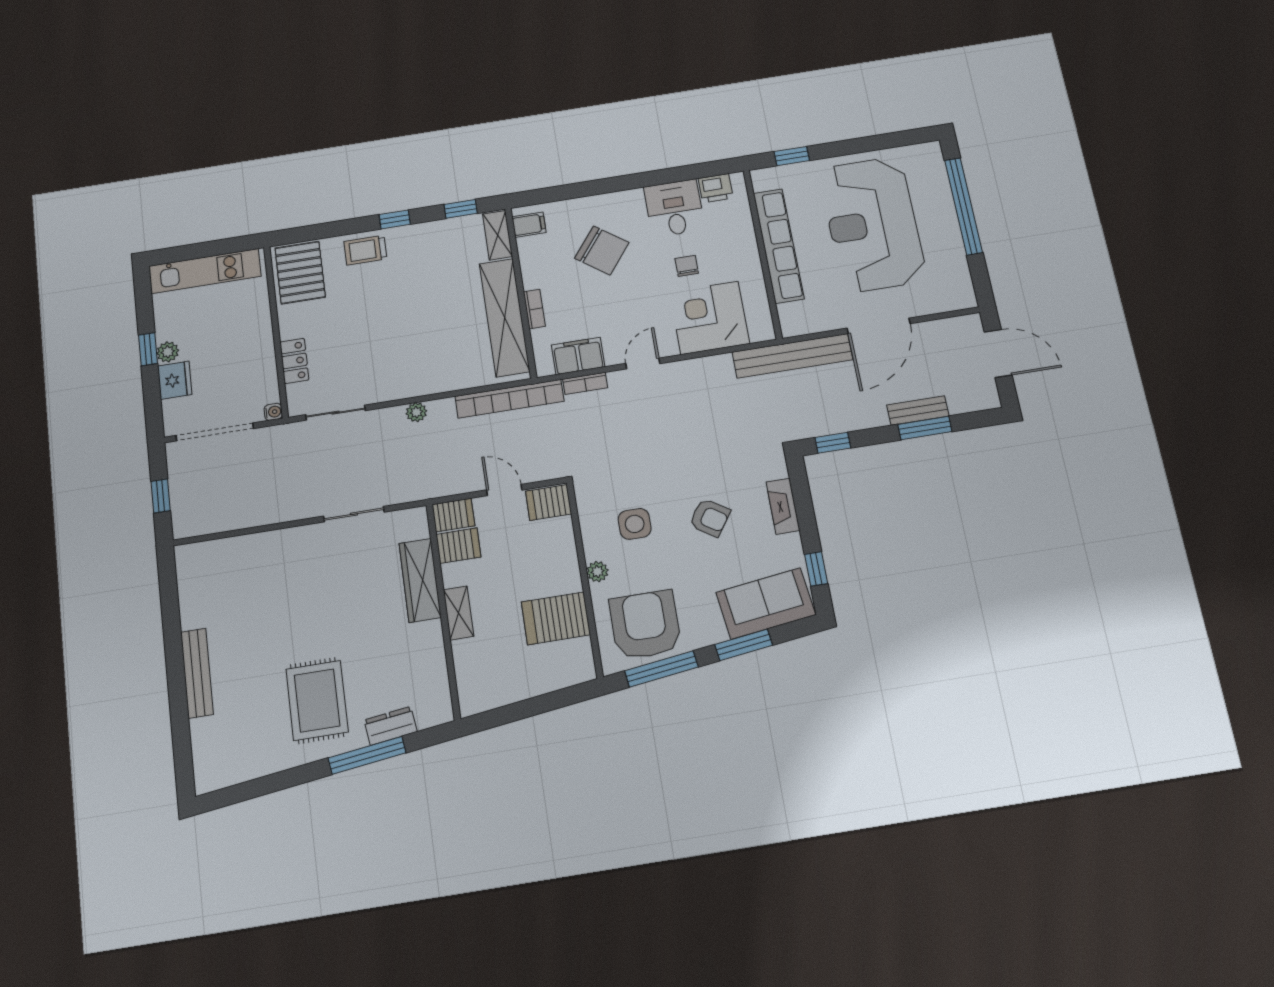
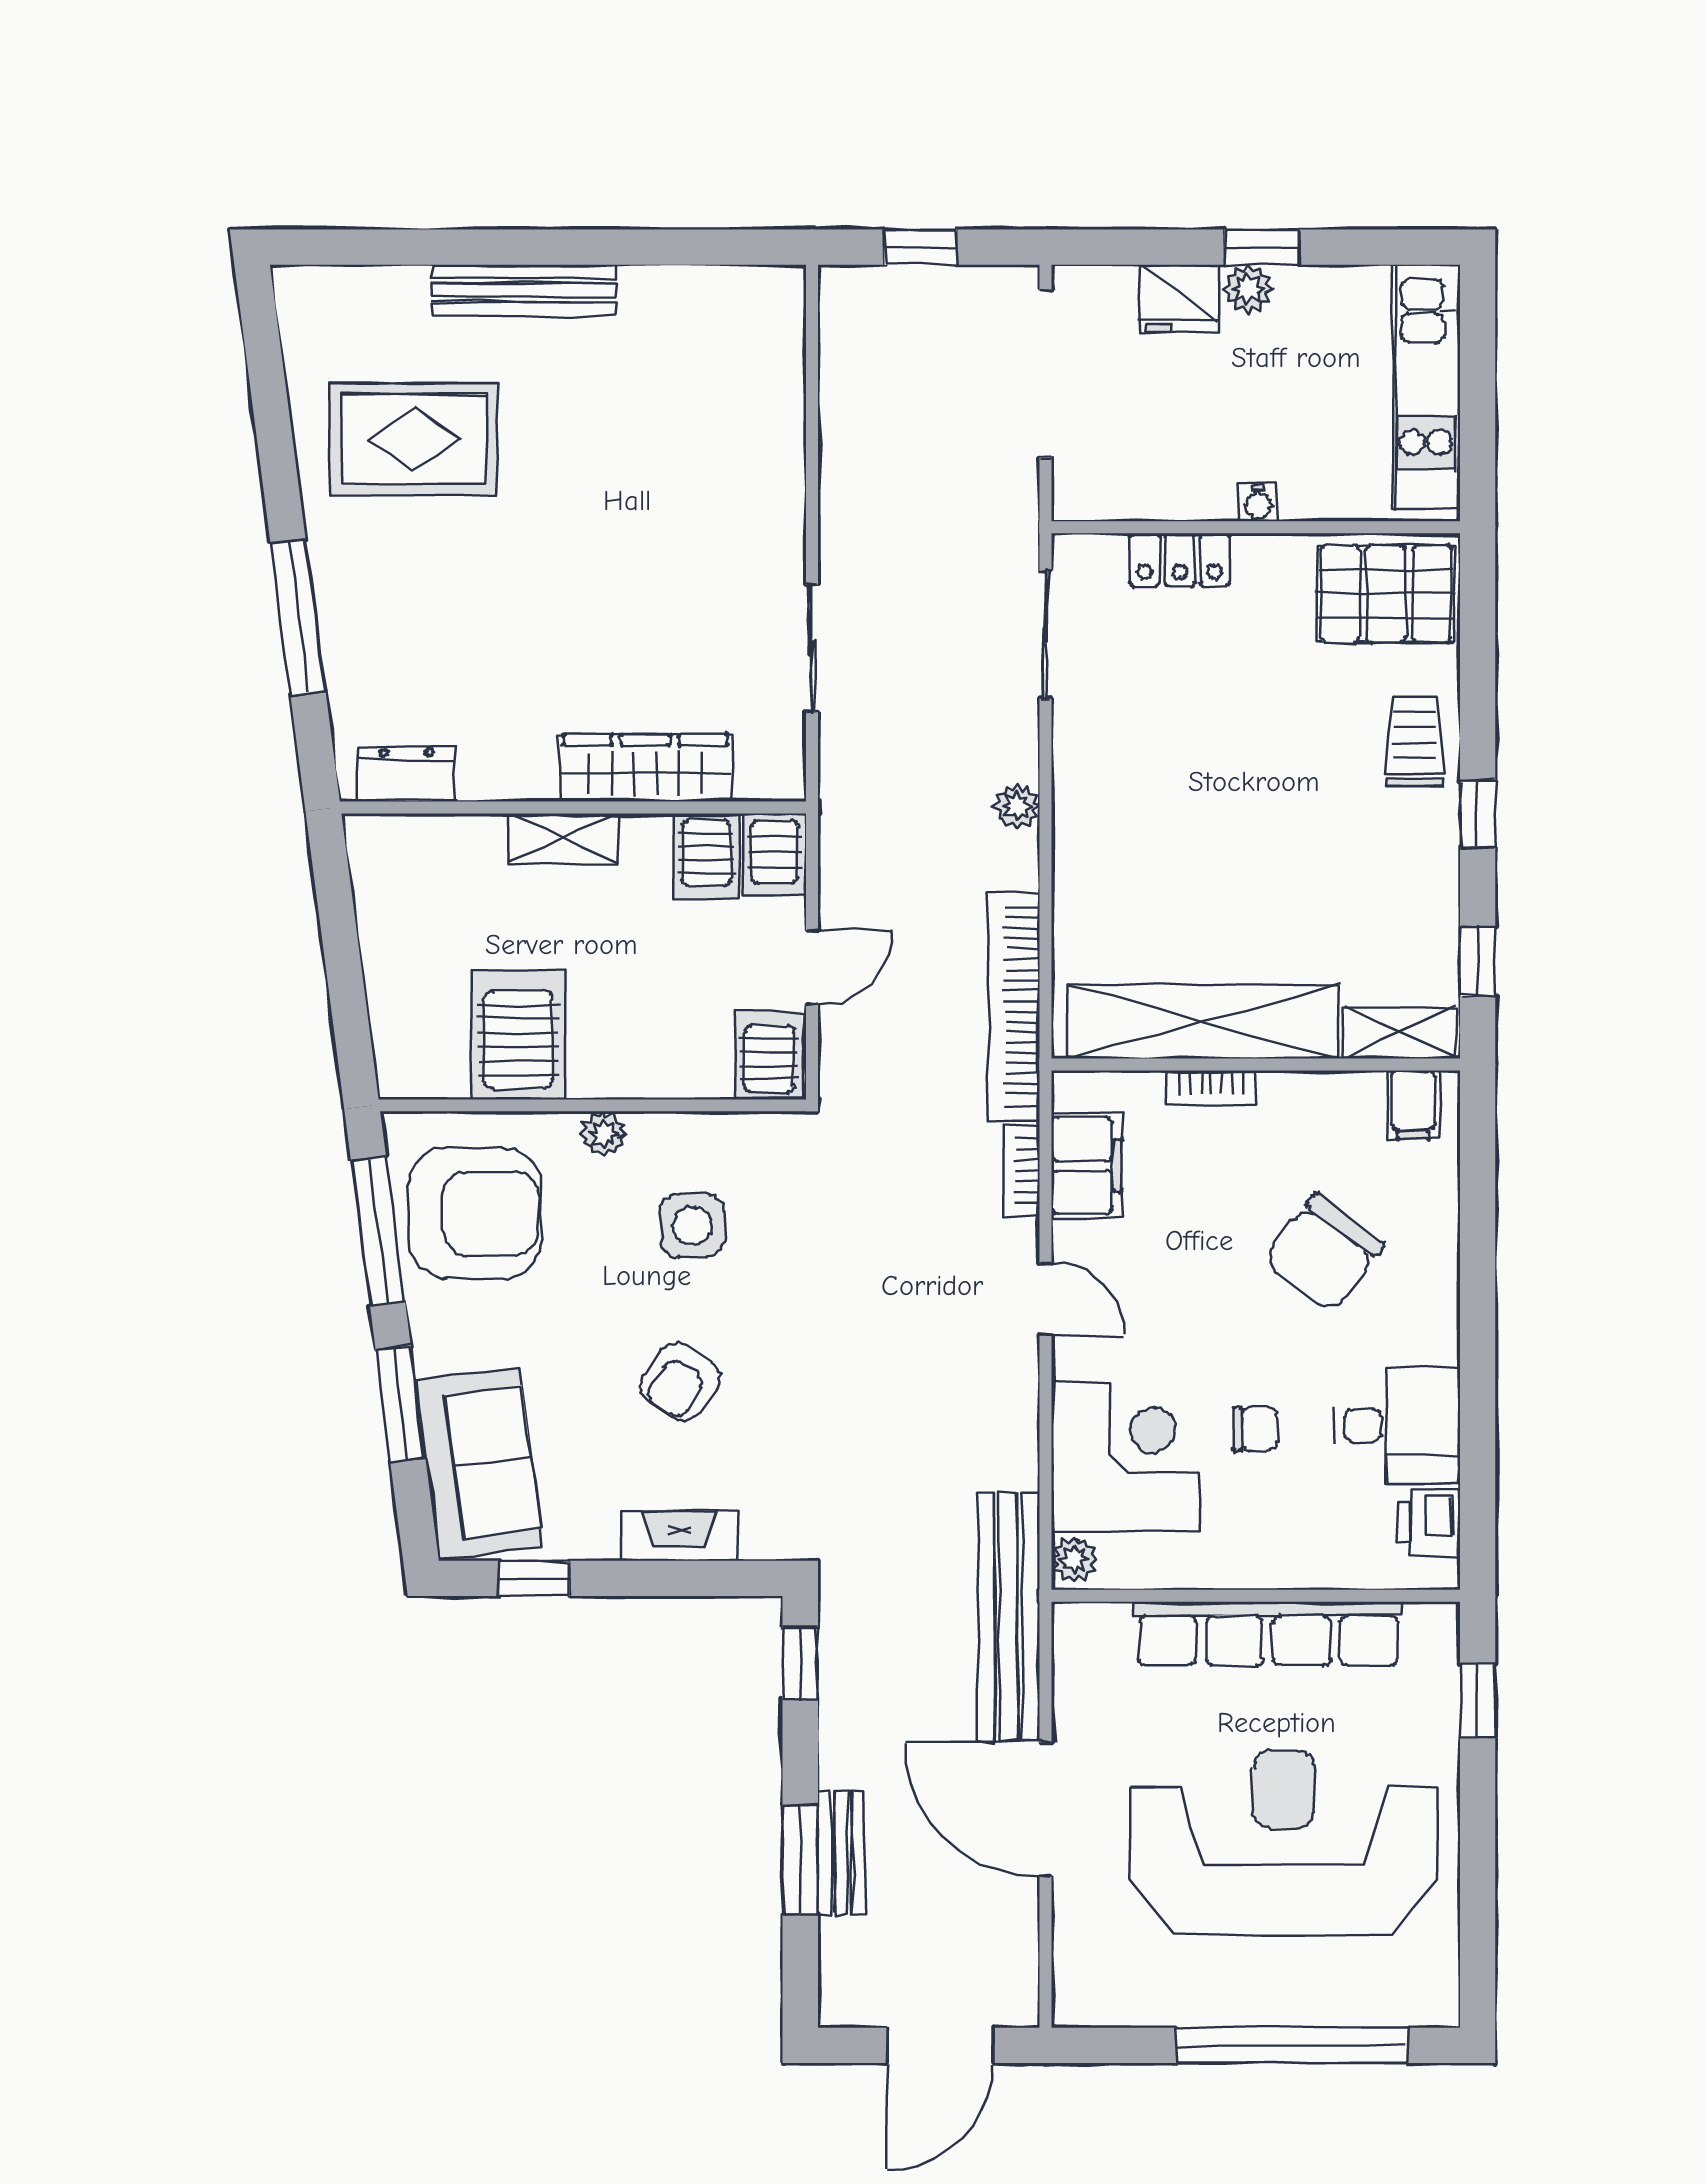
plant: (761, 332) -> (1074, 1559), added
water cooler: (273, 412) -> (1258, 503), moved
rug: (317, 700) -> (414, 439), moved
dresser: (391, 726) -> (407, 774), moved, turned -83

